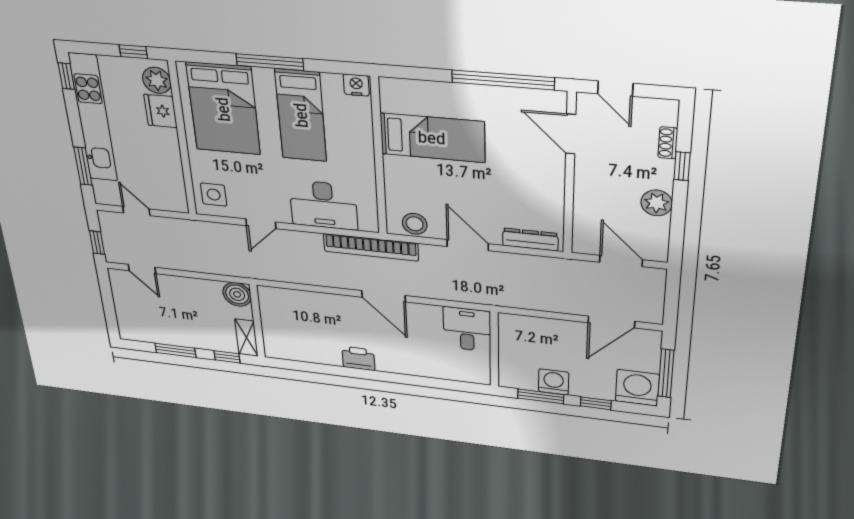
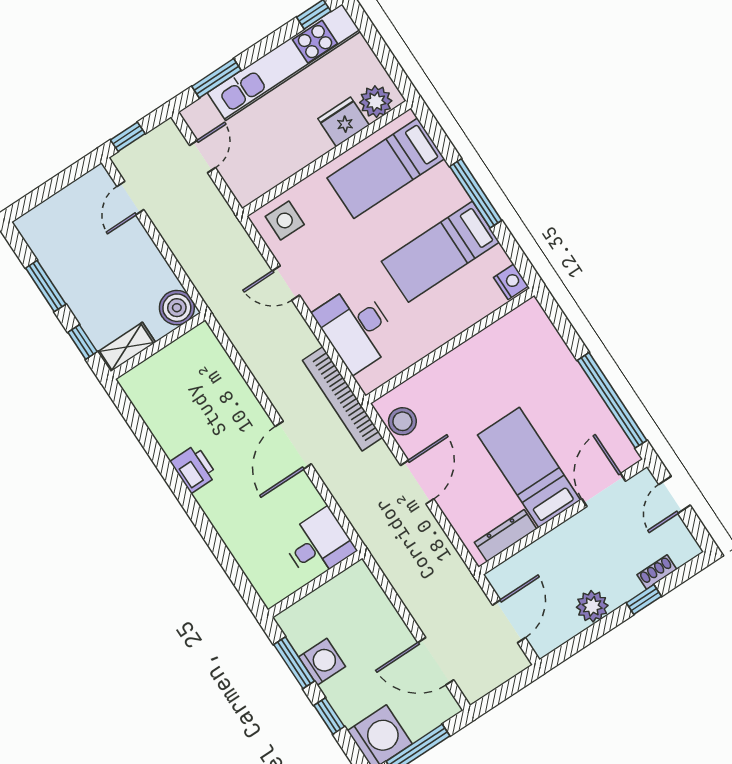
window: (133, 52) -> (391, 65), removed
bed: (223, 109) -> (386, 168), width x0.67
bed: (432, 138) -> (529, 467), moved, turned 180
dresser: (530, 240) -> (506, 536), moved, turned -90

